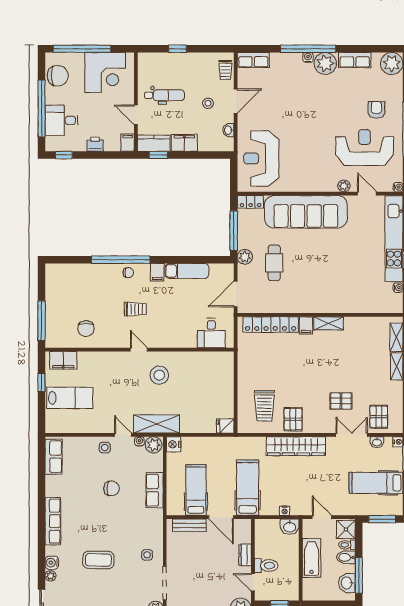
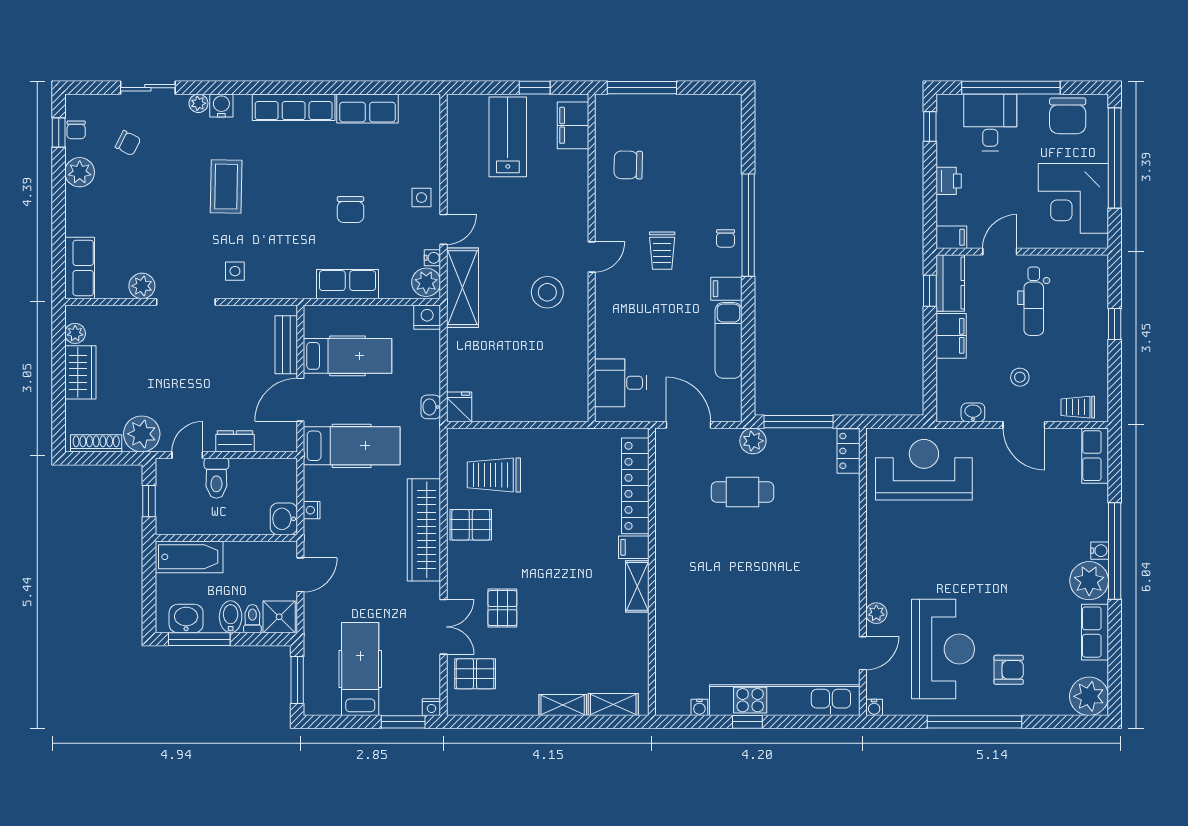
sofa: (306, 212) -> (831, 547), removed
lab bench: (70, 398) -> (508, 137), turned 180
washbasin: (377, 442) -> (431, 407), moved
row of seats: (54, 457) -> (367, 109), moved
bathtub: (311, 558) -> (189, 557), moved

